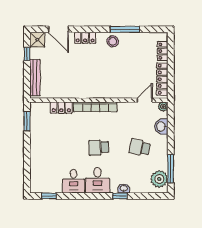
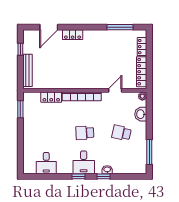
door: (58, 29) -> (49, 27), hinge flipped
window: (125, 29) -> (120, 27), moved
shower: (37, 40) -> (30, 36), removed
stool: (113, 41) -> (97, 38), removed
door: (145, 100) -> (115, 90), moved
plant: (159, 179) -> (139, 161), removed
desk: (74, 181) -> (46, 163), moved
window: (49, 196) -> (78, 176), moved

